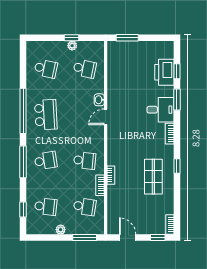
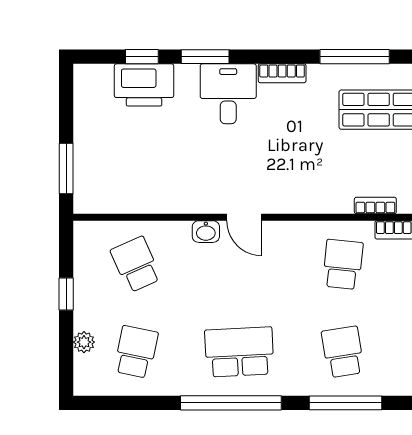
plant: (72, 46) -> (84, 342), moved
school desk: (85, 69) -> (136, 264), turned -36
window: (177, 166) -> (355, 57), width x2.17

